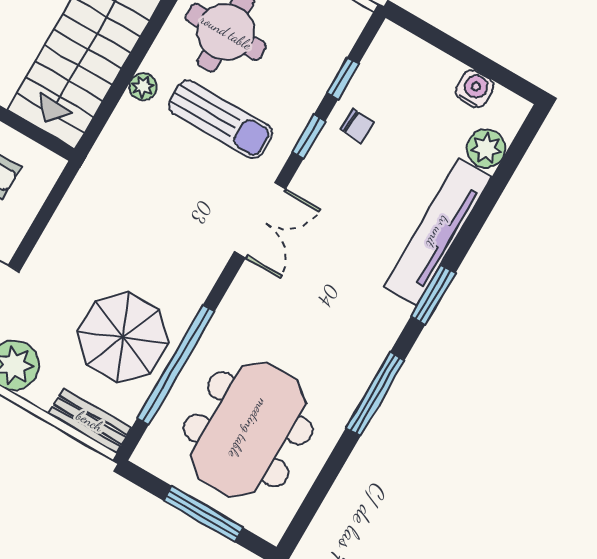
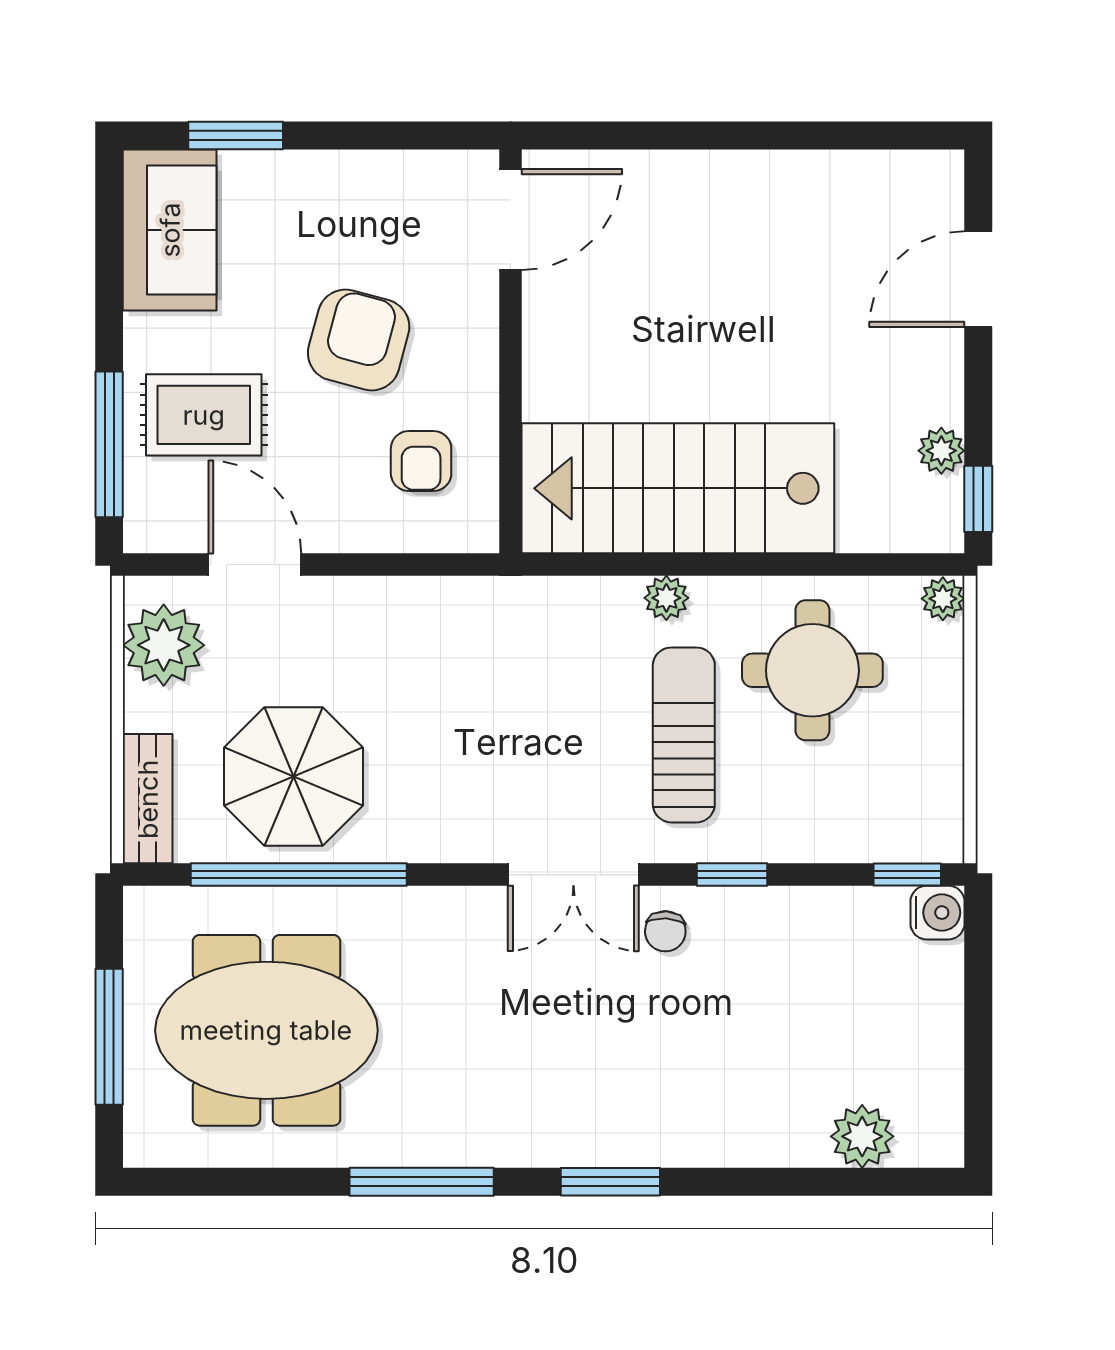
window: (343, 78) -> (907, 875), moved
water cooler: (475, 89) -> (937, 913), moved
sun lounger: (220, 119) -> (684, 735), turned 180
chair: (357, 126) -> (665, 931), moved
tv unit: (438, 232) -> (703, 1136), removed

